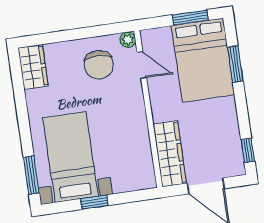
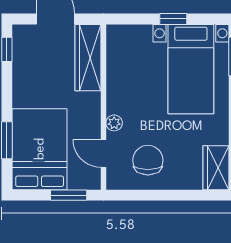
window: (190, 18) -> (69, 195), moved
plant: (128, 40) -> (114, 123), moved

